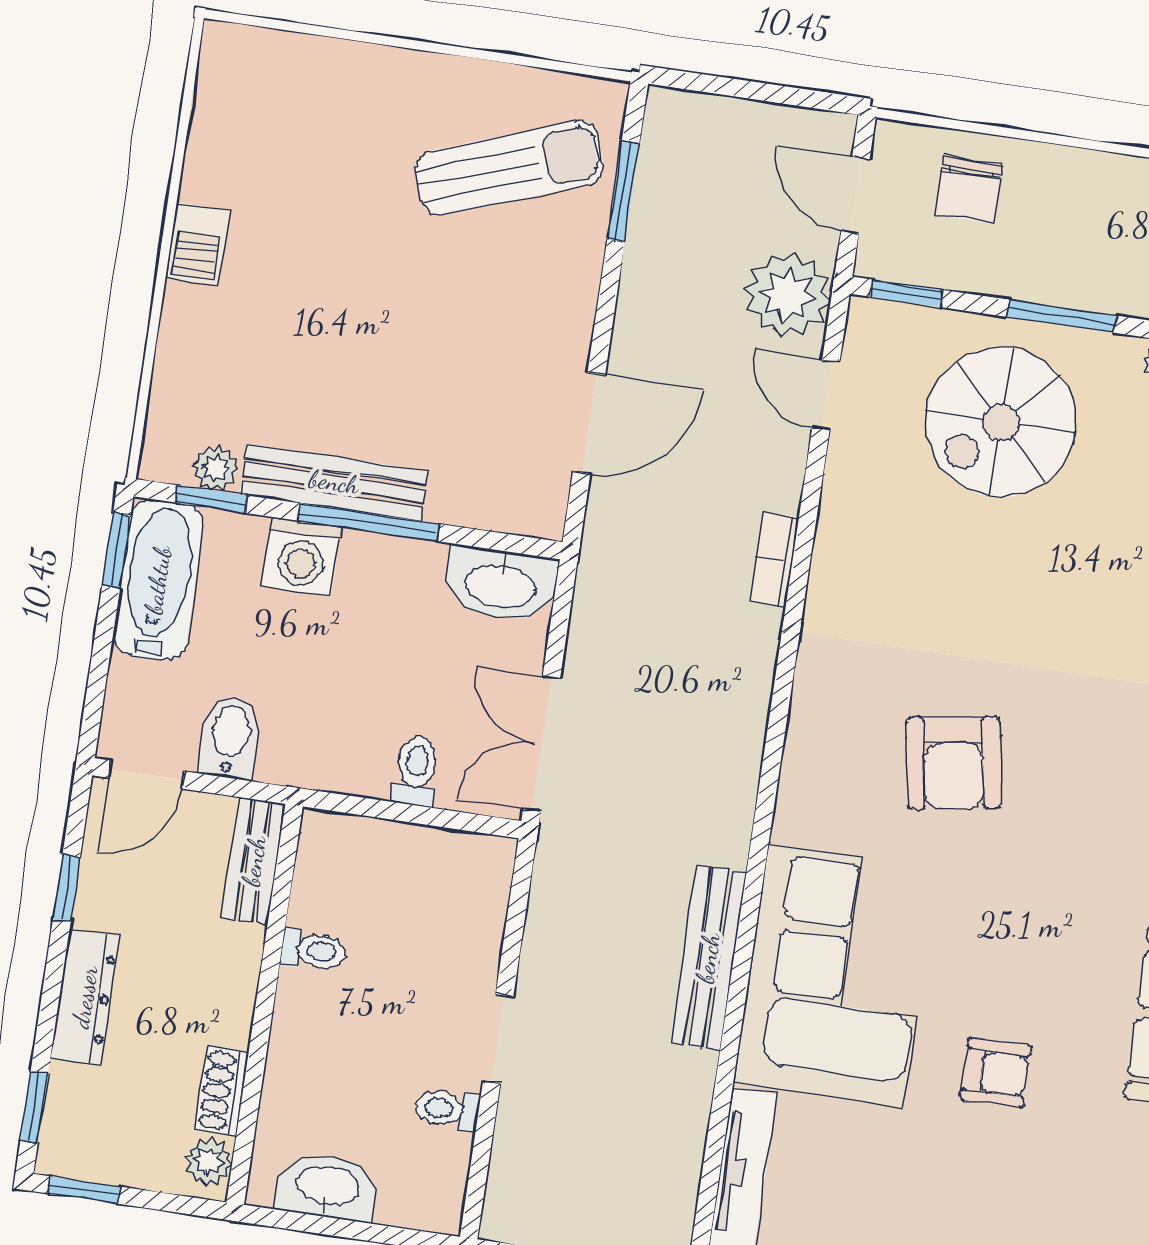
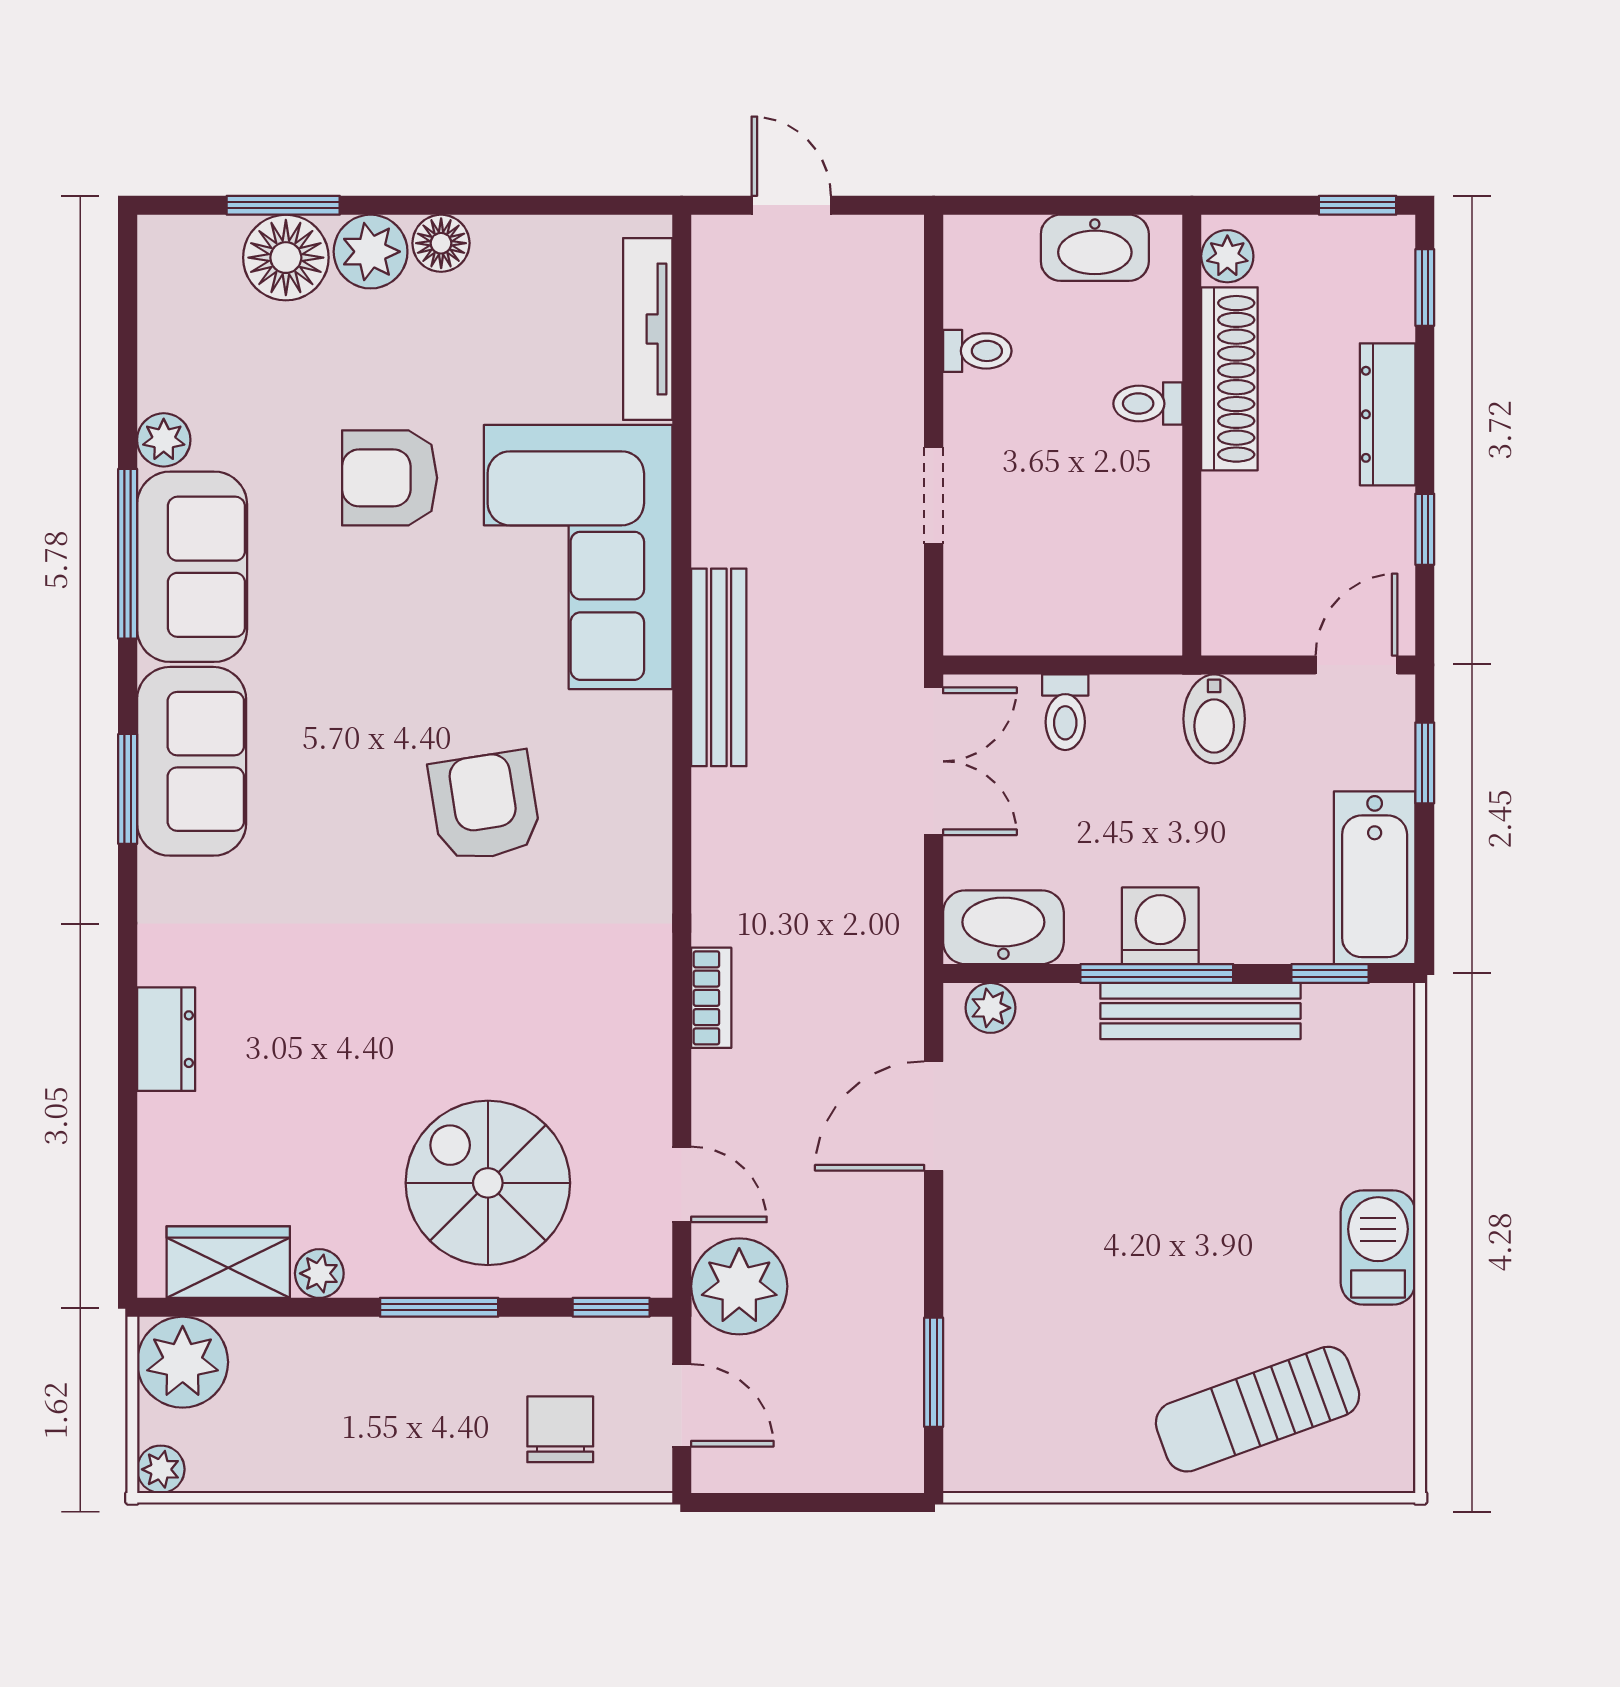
sun lounger: (510, 168) -> (1258, 1409), moved
barbecue: (198, 244) -> (1378, 1247), width x1.38, depth x1.27
spiral stairs: (1001, 422) -> (488, 1183), turned -90
plant: (216, 468) -> (991, 1008), moved
window: (116, 550) -> (1425, 763), moved
washing machine: (301, 557) -> (1160, 926), moved
bidet: (230, 737) -> (1214, 719), moved
bench: (254, 861) -> (1227, 589), removed
toilet: (313, 950) -> (1148, 404), moved
bench: (708, 958) -> (719, 667), moved
doorway: (498, 1039) -> (934, 496), moved
armchair: (996, 1073) -> (390, 478), width x1.38, depth x1.38
shoe rack: (222, 1091) -> (1229, 379), width x1.94, depth x1.24

